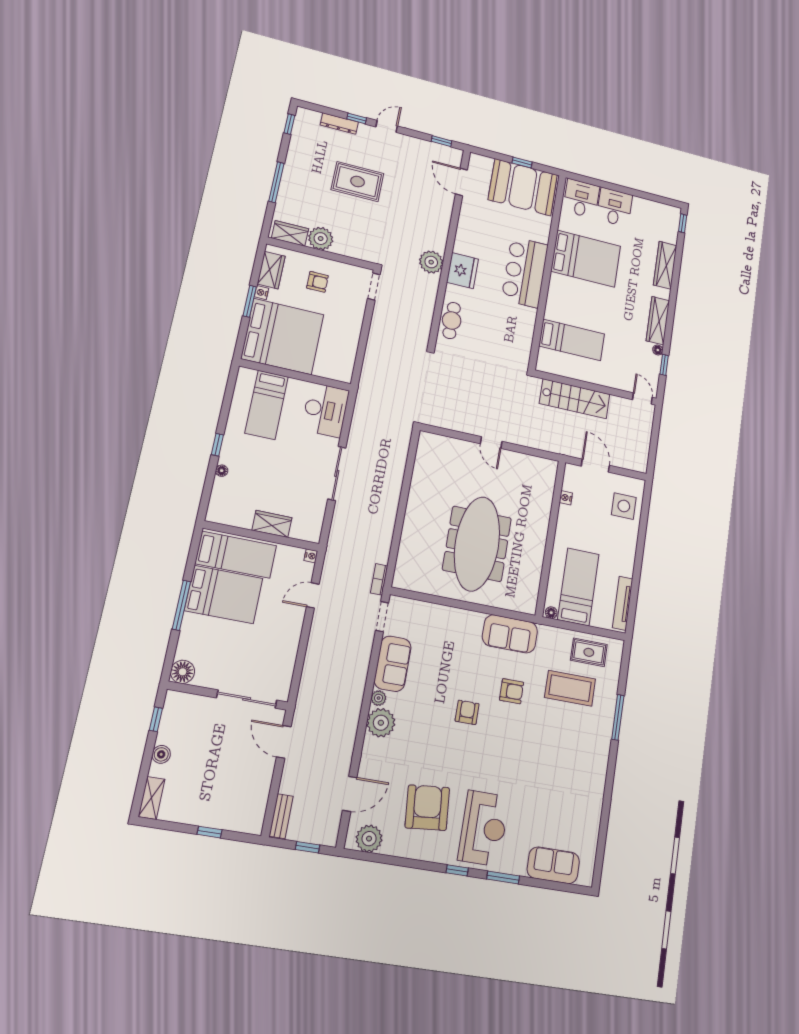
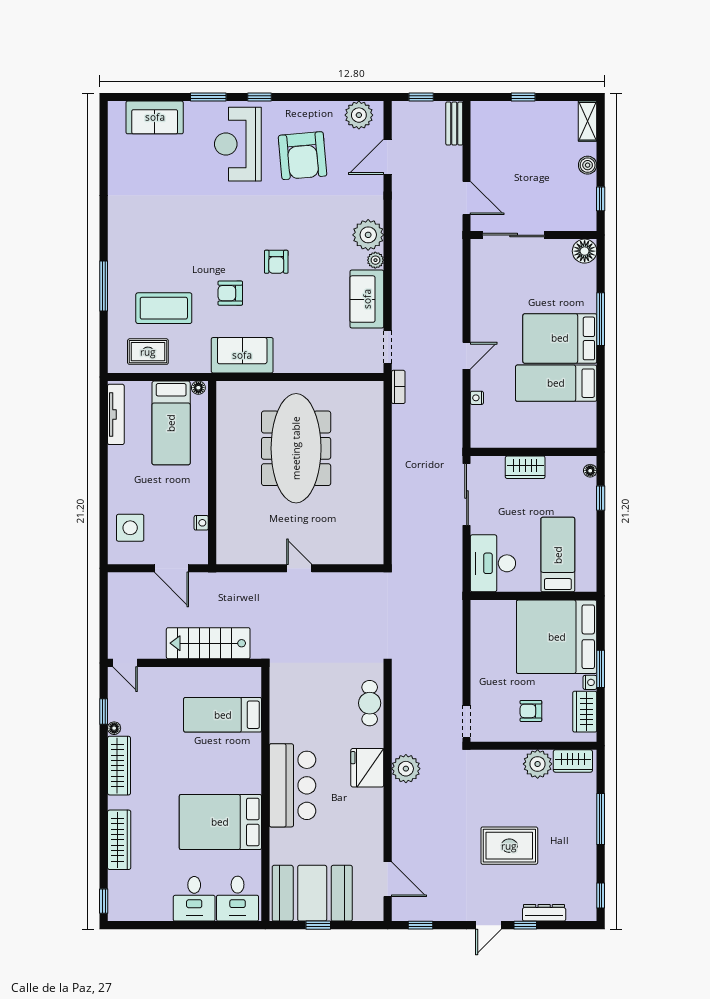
wardrobe: (272, 524) -> (525, 467), moved
wall: (261, 536) -> (534, 452), moved

